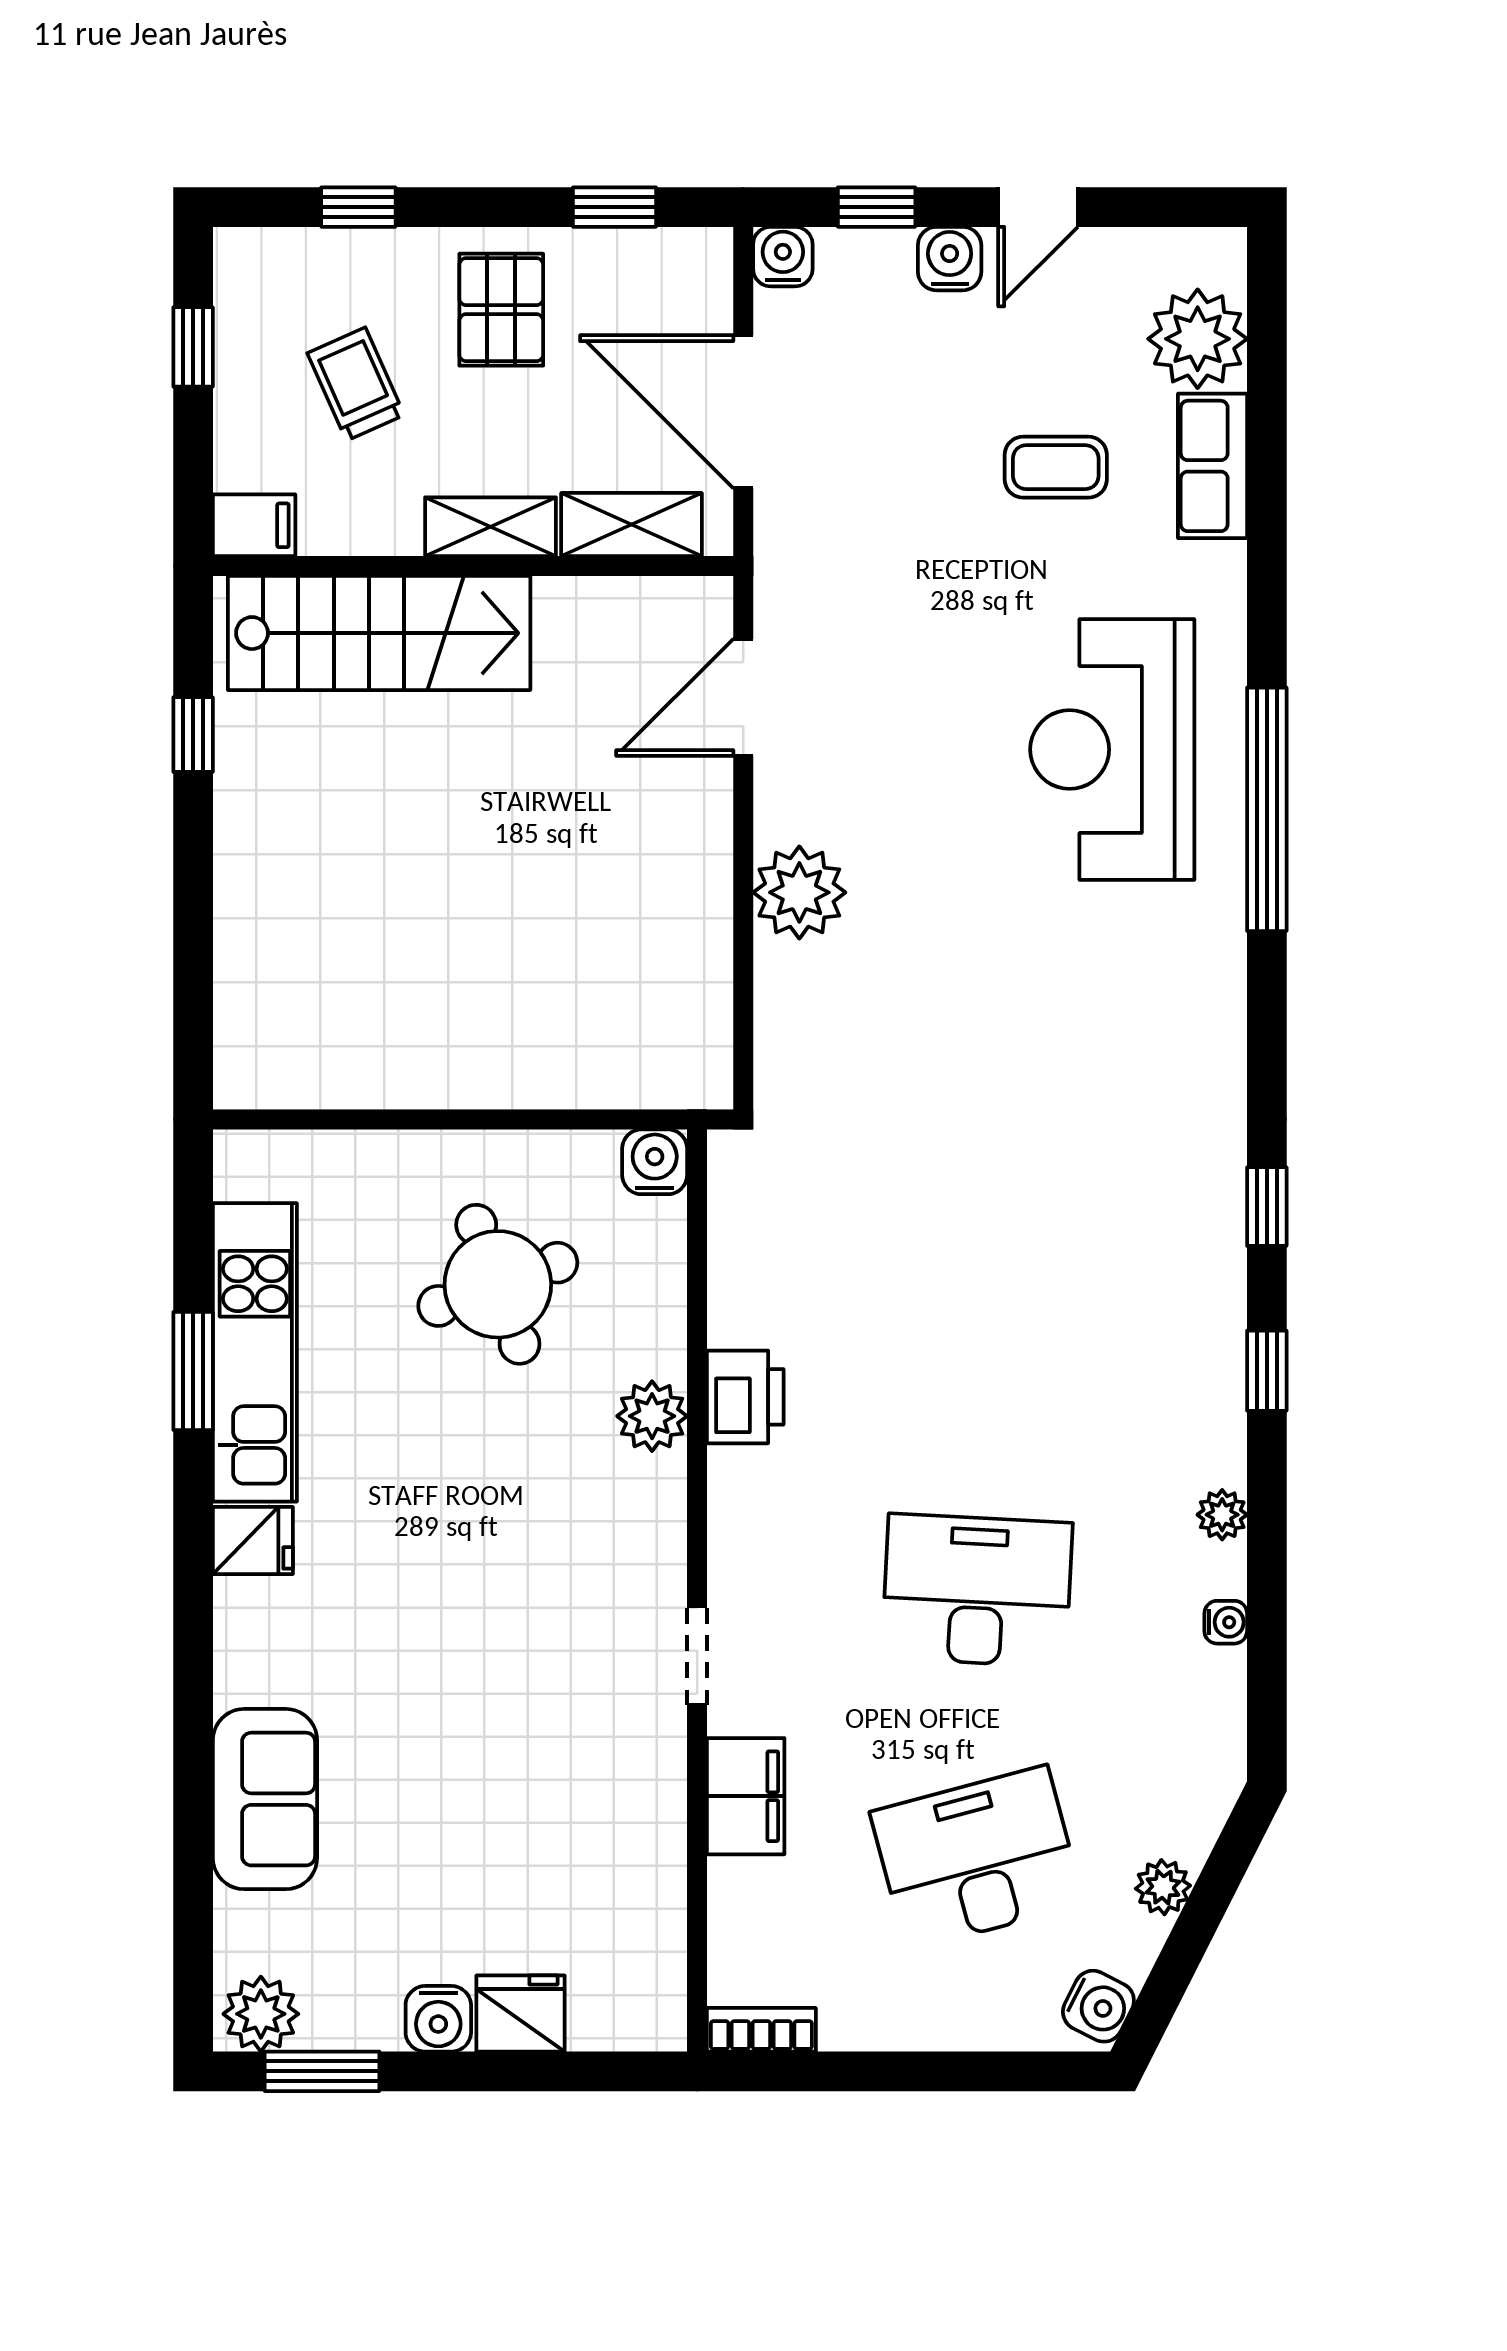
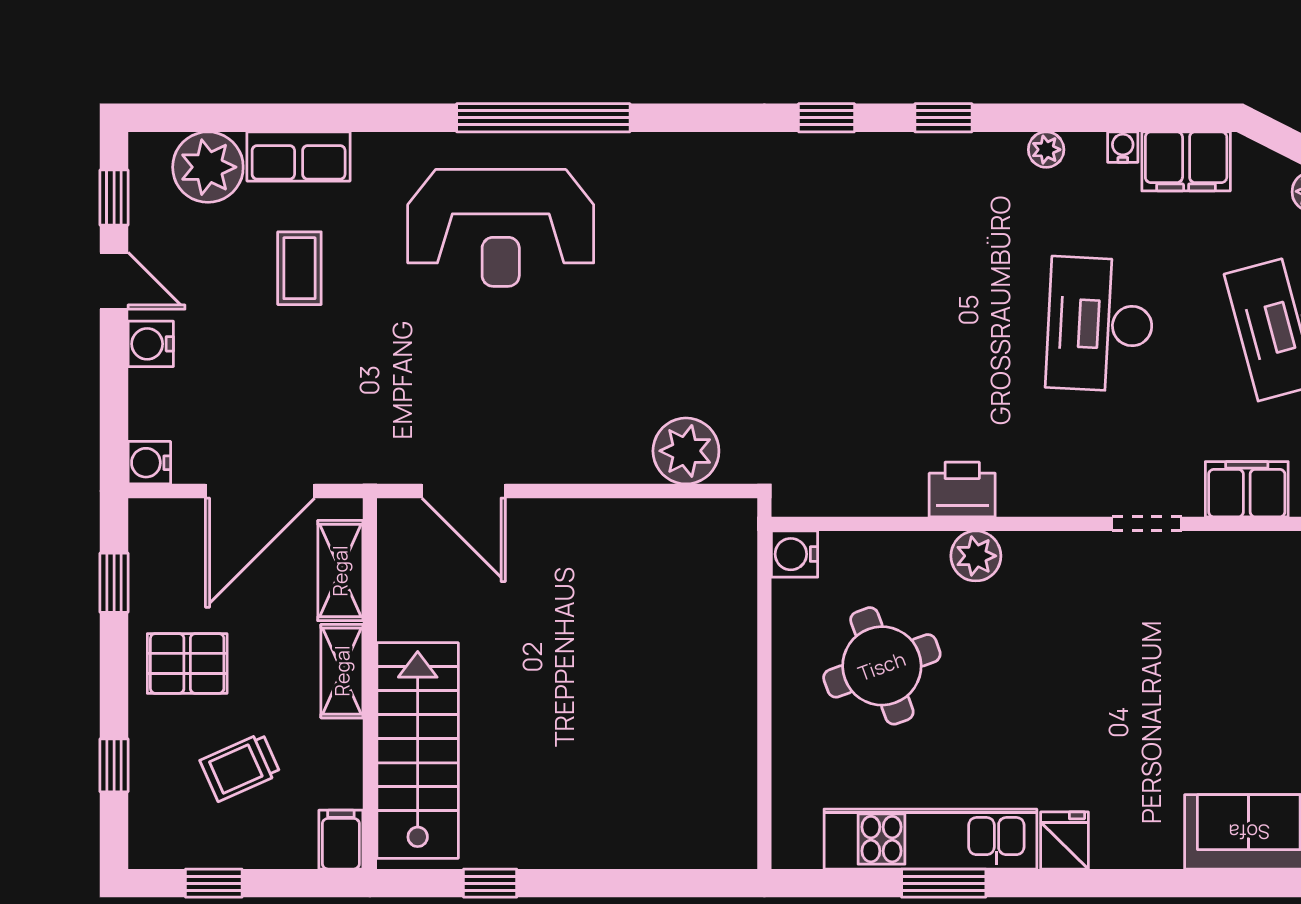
window: (877, 207) -> (114, 198), moved
plant: (799, 892) -> (686, 451), moved
filing cabinet: (1206, 1711) -> (1186, 161), added

